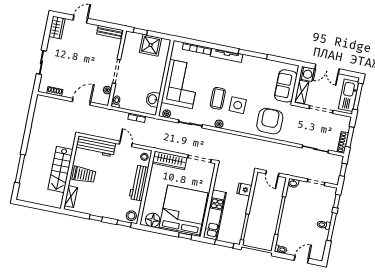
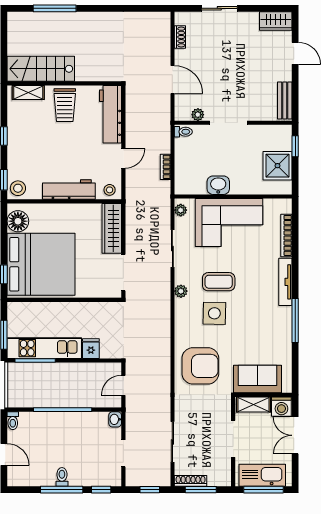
washbasin: (153, 99) -> (218, 185), moved
stairs: (60, 169) -> (41, 69), moved
kitchen unit: (215, 215) -> (44, 348), moved, turned 180

